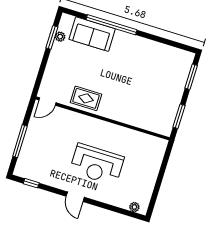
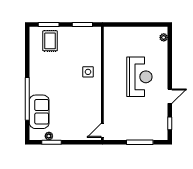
rug: (86, 98) -> (50, 41), moved
door: (47, 101) -> (102, 130), swing flipped
side table: (121, 106) -> (88, 72), added
door: (75, 197) -> (170, 96), moved

